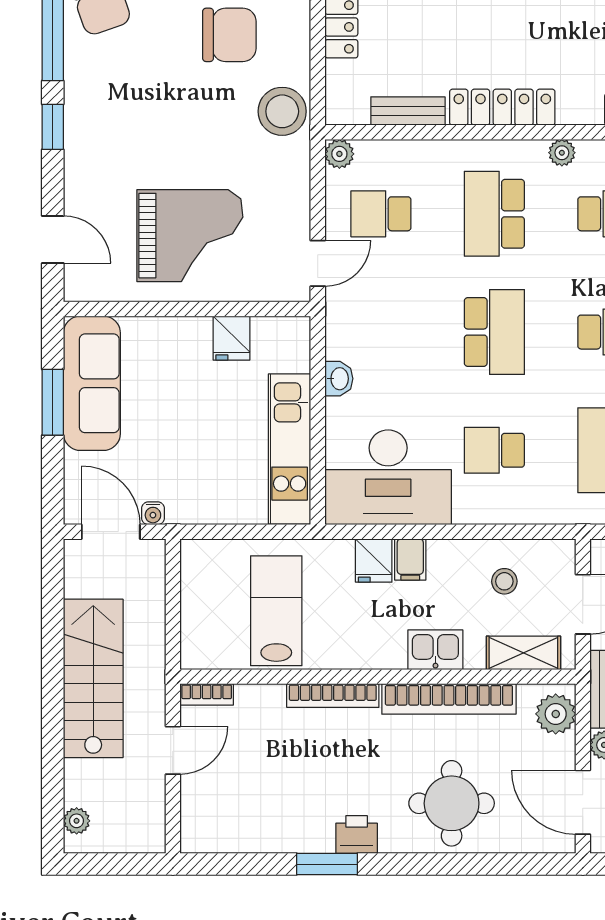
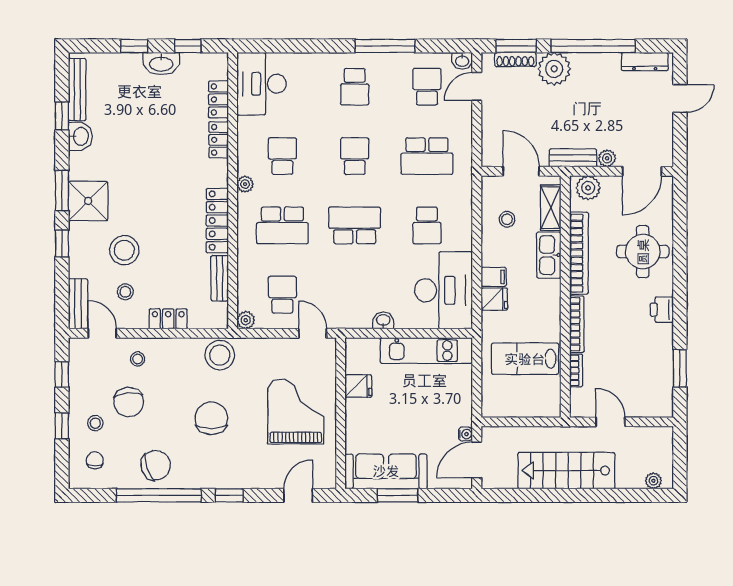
chair: (229, 35) -> (211, 418), moved
school desk: (381, 214) -> (282, 295), turned 180
kitchen sink: (435, 650) -> (549, 255), width x1.38
bookcase: (207, 694) -> (576, 370), moved
window: (327, 864) -> (680, 368), moved

